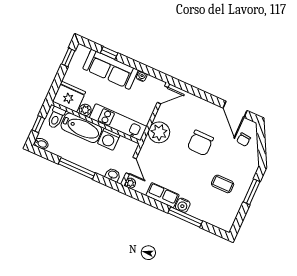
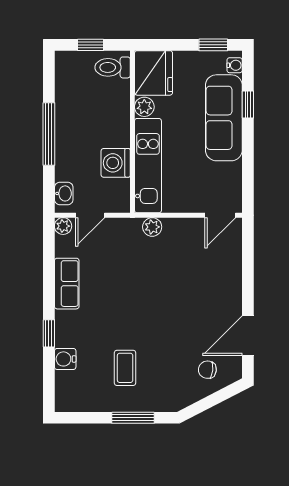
water cooler: (142, 76) -> (235, 65), moved
door: (163, 95) -> (220, 215), hinge flipped
bathtub: (81, 128) -> (114, 113), removed
plant: (159, 132) -> (152, 227), width x0.53, depth x0.53
chair: (200, 143) -> (173, 306), removed
bidet: (41, 144) -> (63, 62), removed
water cooler: (183, 205) -> (65, 359), moved
window: (185, 217) -> (49, 333), width x0.46

